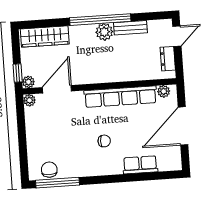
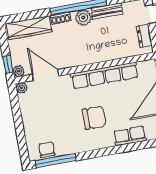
shoe rack: (80, 30) -> (61, 18), added
door: (57, 89) -> (46, 75), hinge flipped
plant: (164, 91) -> (144, 66), removed
chair: (104, 141) -> (94, 118), width x1.87, depth x1.87

